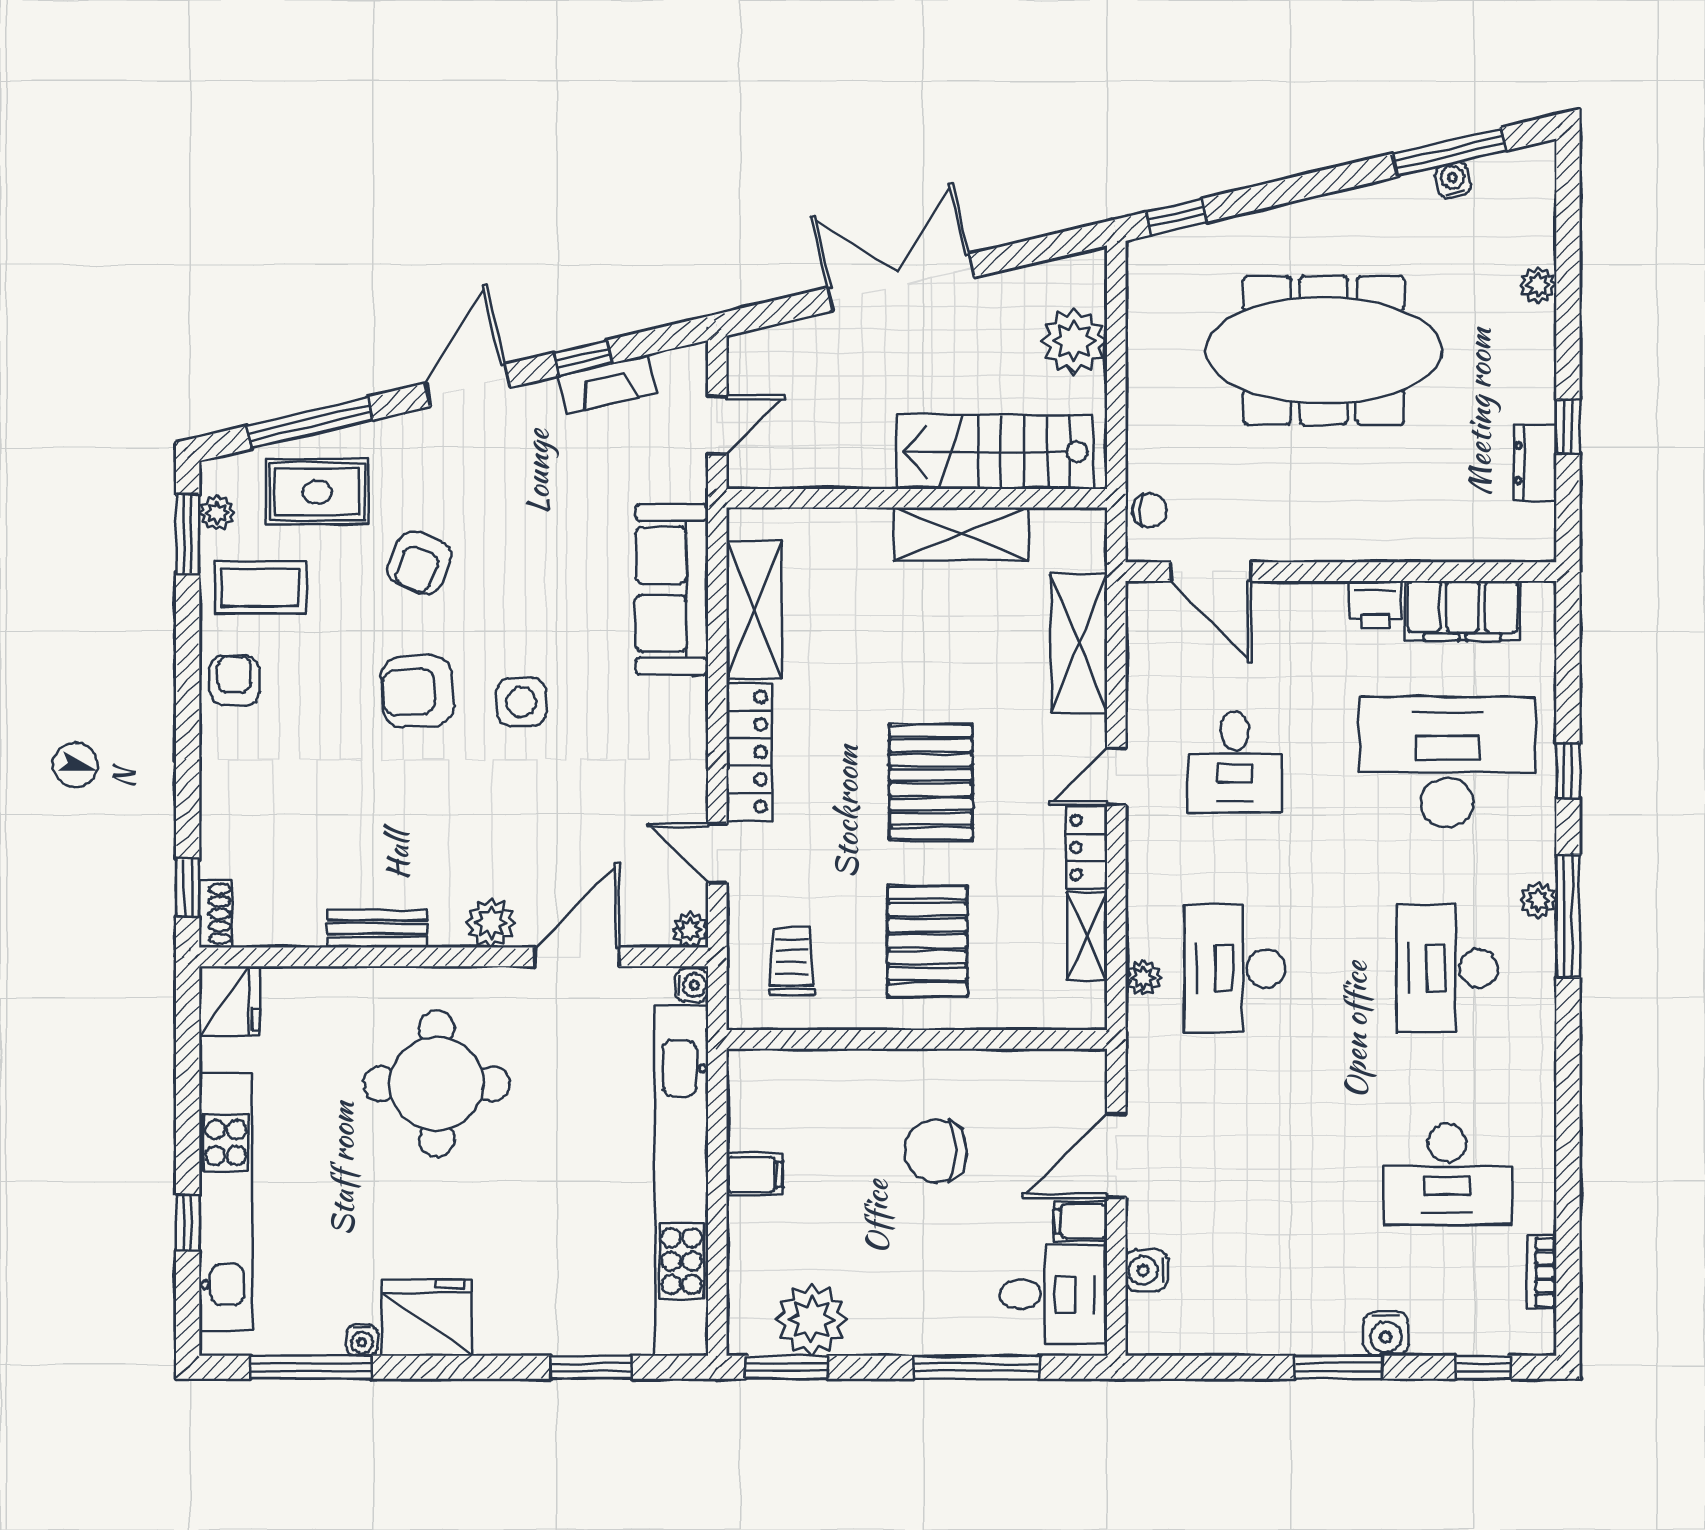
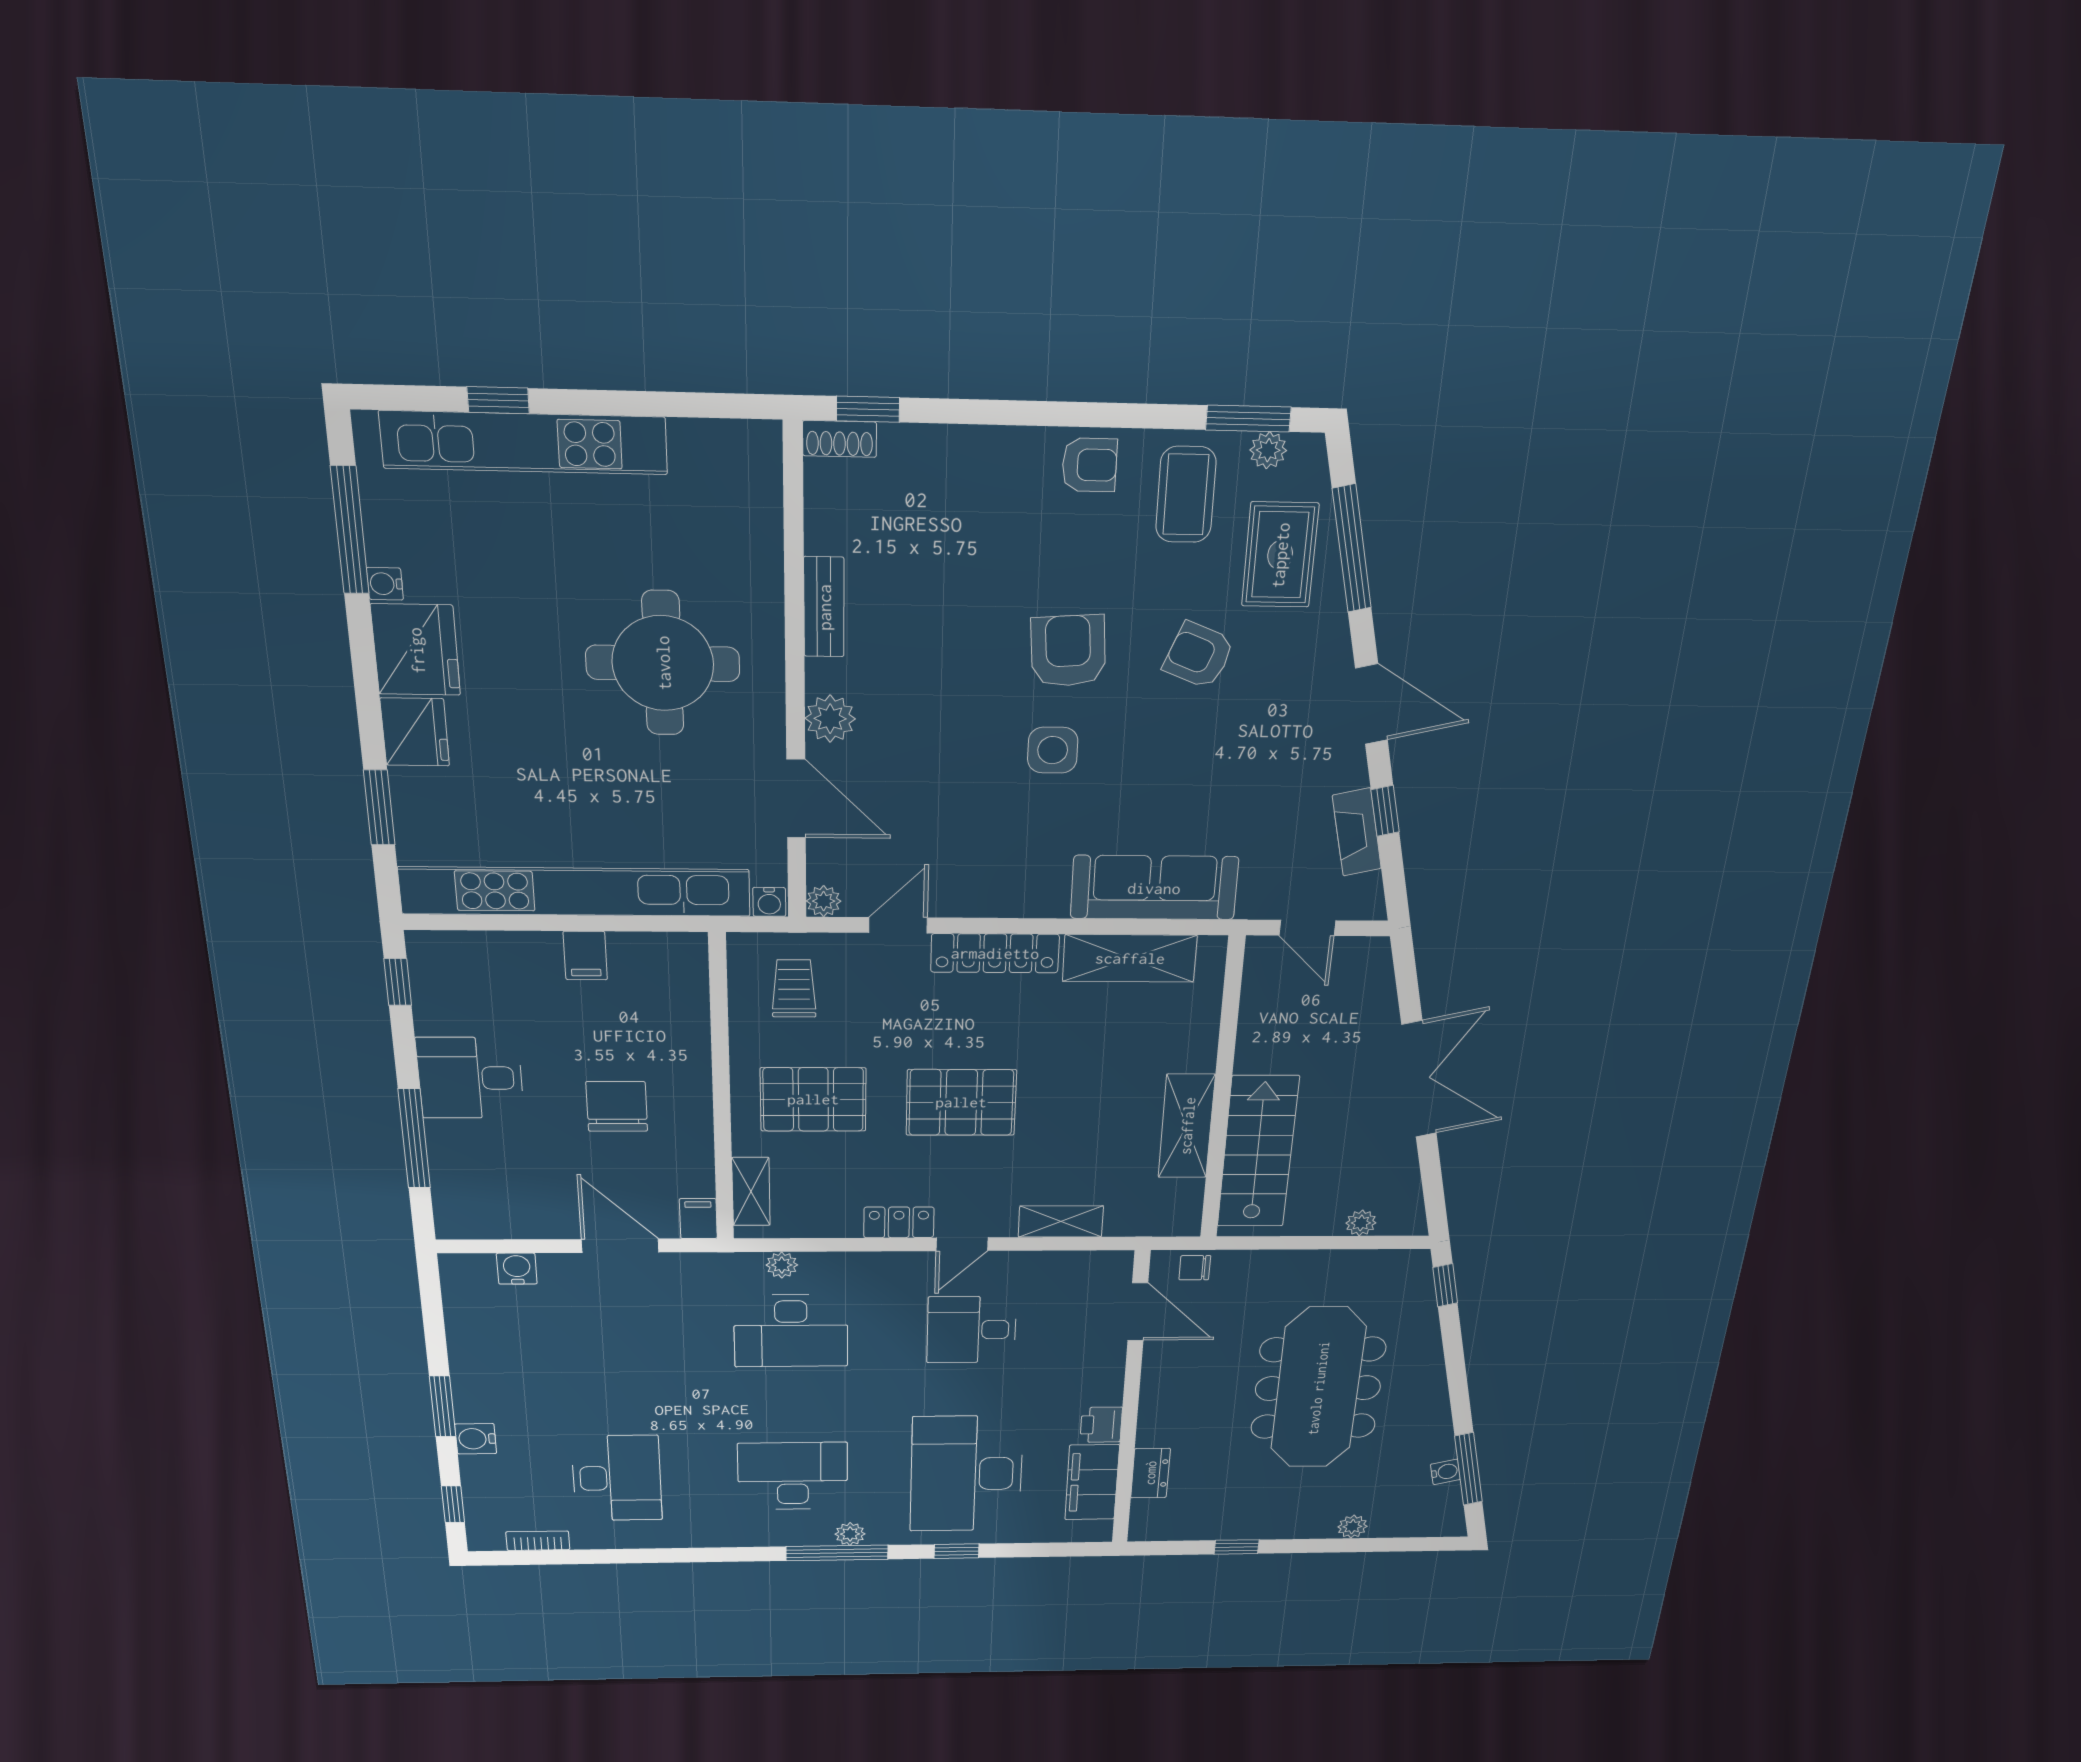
plant: (1074, 341) -> (1361, 1223), width x0.53, depth x0.53
dresser: (1535, 463) -> (1150, 1473), moved, turned 90
chair: (1150, 510) -> (1195, 1268), turned 90
door: (1211, 572) -> (1138, 1312), swing flipped
shelving: (1079, 643) -> (1061, 1221), width x0.67, depth x0.75
desk: (1447, 762) -> (966, 1474), turned 180
door: (1116, 776) -> (962, 1244), swing flipped
shelving: (1087, 937) -> (751, 1192), moved, turned 90
trolley: (792, 961) -> (794, 988), turned -90
desk: (1235, 968) -> (791, 1331), turned 180
fridge: (229, 1001) -> (415, 732), moved, turned -90
desk: (1447, 1174) -> (617, 1478), turned 180
filing cabinet: (1080, 1221) -> (698, 1219), moved
desk: (1054, 1294) -> (470, 1078), moved, turned 90
plant: (812, 1320) -> (447, 1004), removed
window: (786, 1367) -> (398, 982), width x0.67

